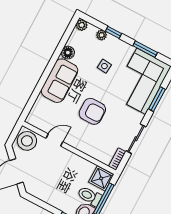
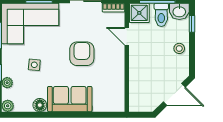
door: (54, 140) -> (127, 36), moved
stool: (27, 141) -> (179, 48), moved, width x0.53, depth x0.53

